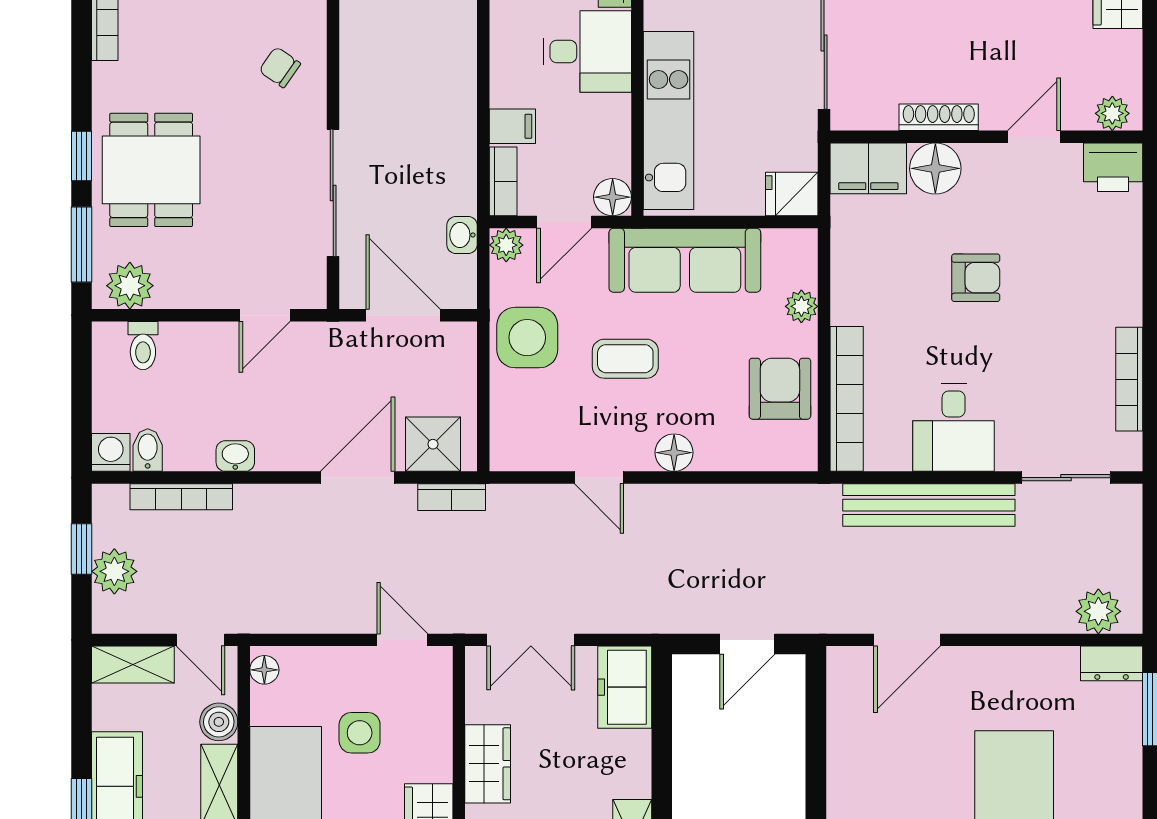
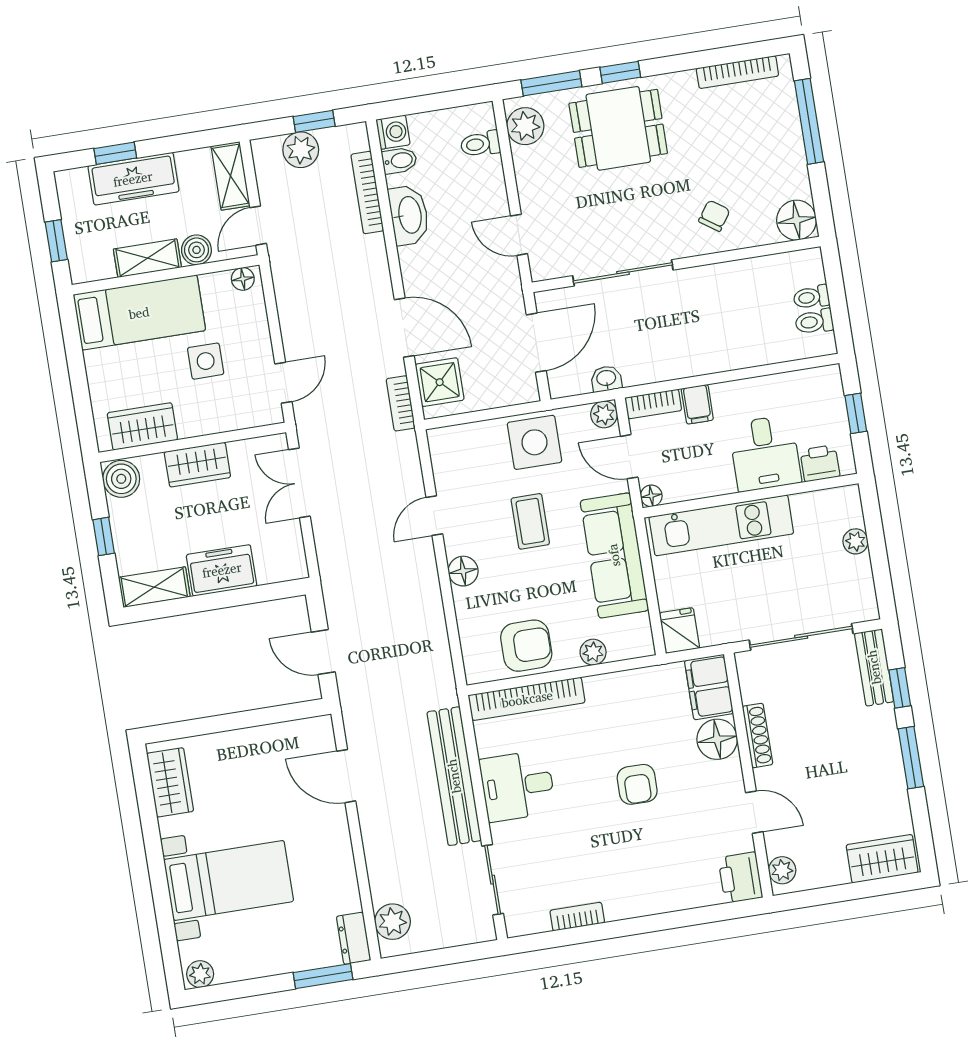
floor lamp: (613, 197) -> (651, 496), width x0.73, depth x0.73
bookcase: (1129, 379) -> (577, 917), width x0.64
washbasin: (235, 456) -> (409, 215), width x1.91, depth x1.45
freezer: (625, 687) -> (222, 570), moved

